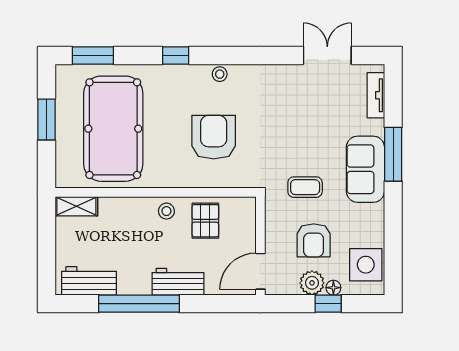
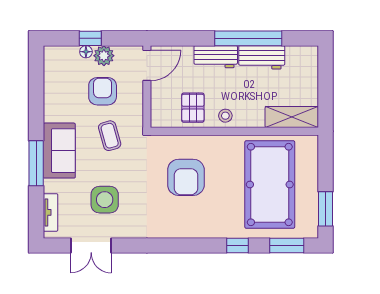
window: (176, 55) -> (237, 246), moved
stool: (220, 74) -> (181, 230), removed
window: (47, 119) -> (325, 209), moved
coffee table: (305, 187) -> (110, 136), turned 74
shelving: (76, 206) -> (292, 117), width x1.50, depth x1.33
side table: (366, 265) -> (105, 200), moved
workbench: (89, 281) -> (262, 57), moved

